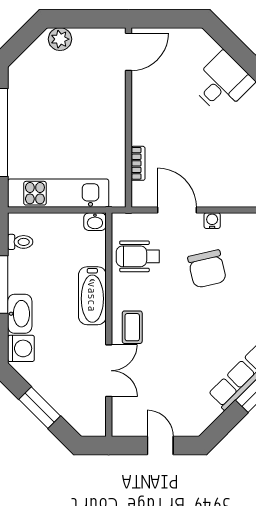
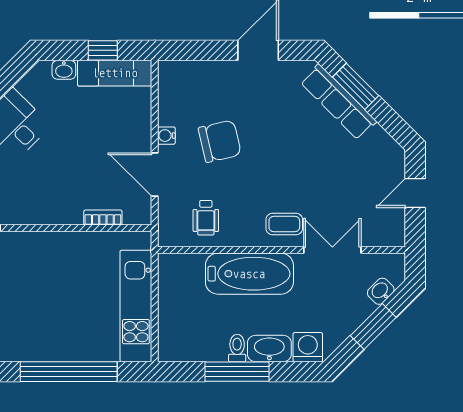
door: (177, 210) -> (155, 174), hinge flipped
washbasin: (95, 222) -> (381, 291), moved, turned -135
toilet: (20, 242) -> (237, 348), moved
wheelchair: (138, 256) -> (206, 218), width x0.73, depth x0.73
bathtub: (92, 296) -> (249, 274), width x1.36, depth x1.36

